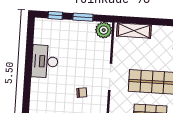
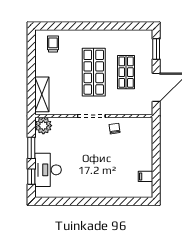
desk: (45, 61) -> (48, 170), moved, turned 90
chair: (82, 93) -> (115, 129), moved

